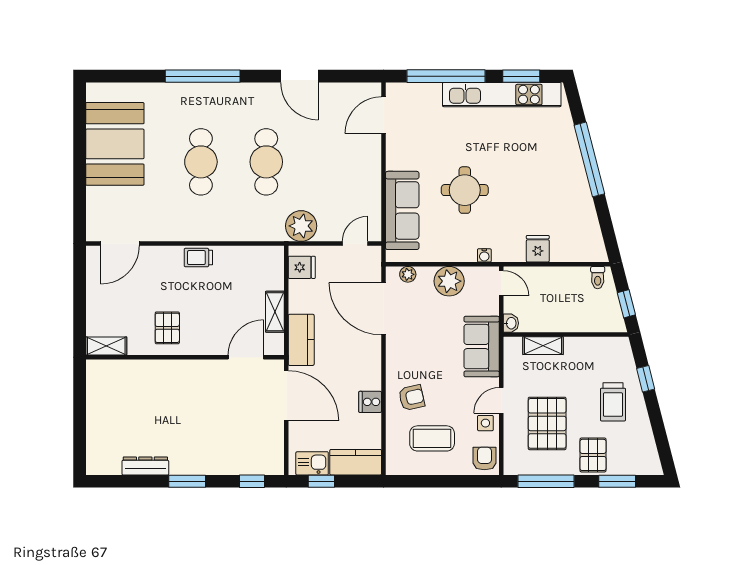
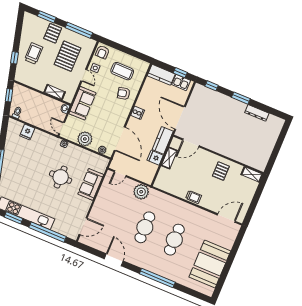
sofa: (402, 210) -> (91, 184), width x0.73
fridge: (538, 249) -> (27, 132), moved
fridge: (302, 267) -> (155, 158), moved
door: (501, 400) -> (84, 75), hinge flipped
cooker: (370, 402) -> (138, 113), moved

